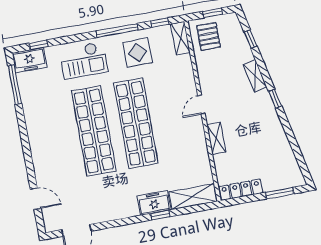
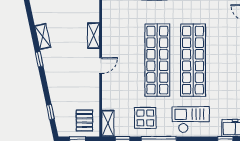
shelving: (255, 76) -> (43, 36), moved

